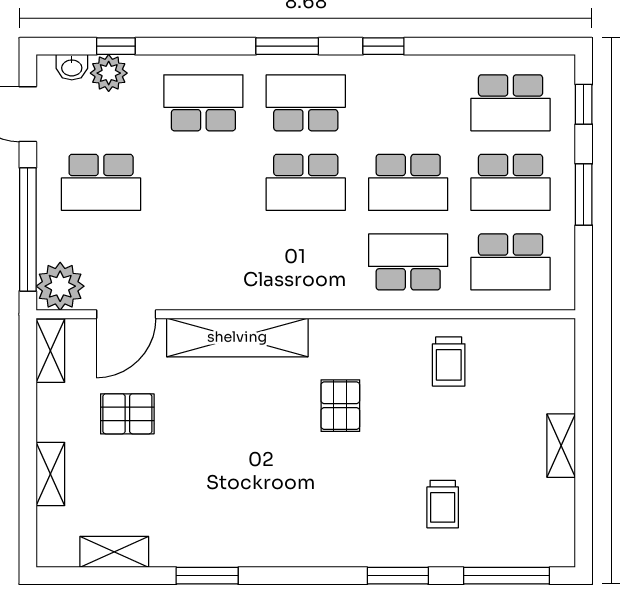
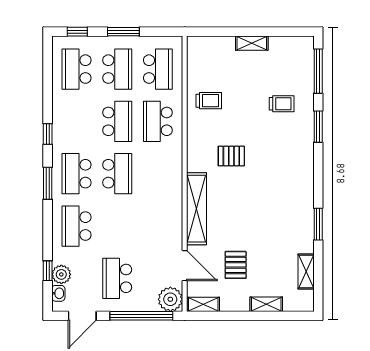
school desk: (511, 103) -> (77, 69), turned 180
school desk: (101, 182) -> (117, 278), turned 180

